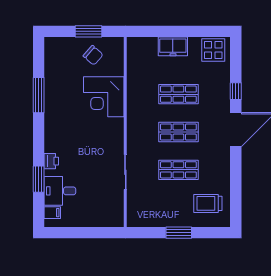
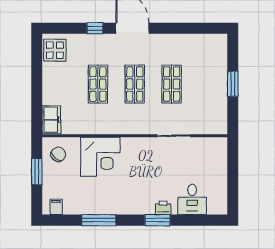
freezer: (173, 46) -> (51, 120), moved
chair: (93, 55) -> (58, 154), moved
window: (39, 179) -> (158, 220), moved
trolley: (208, 203) -> (204, 55), removed
filing cabinet: (52, 213) -> (56, 207), moved

